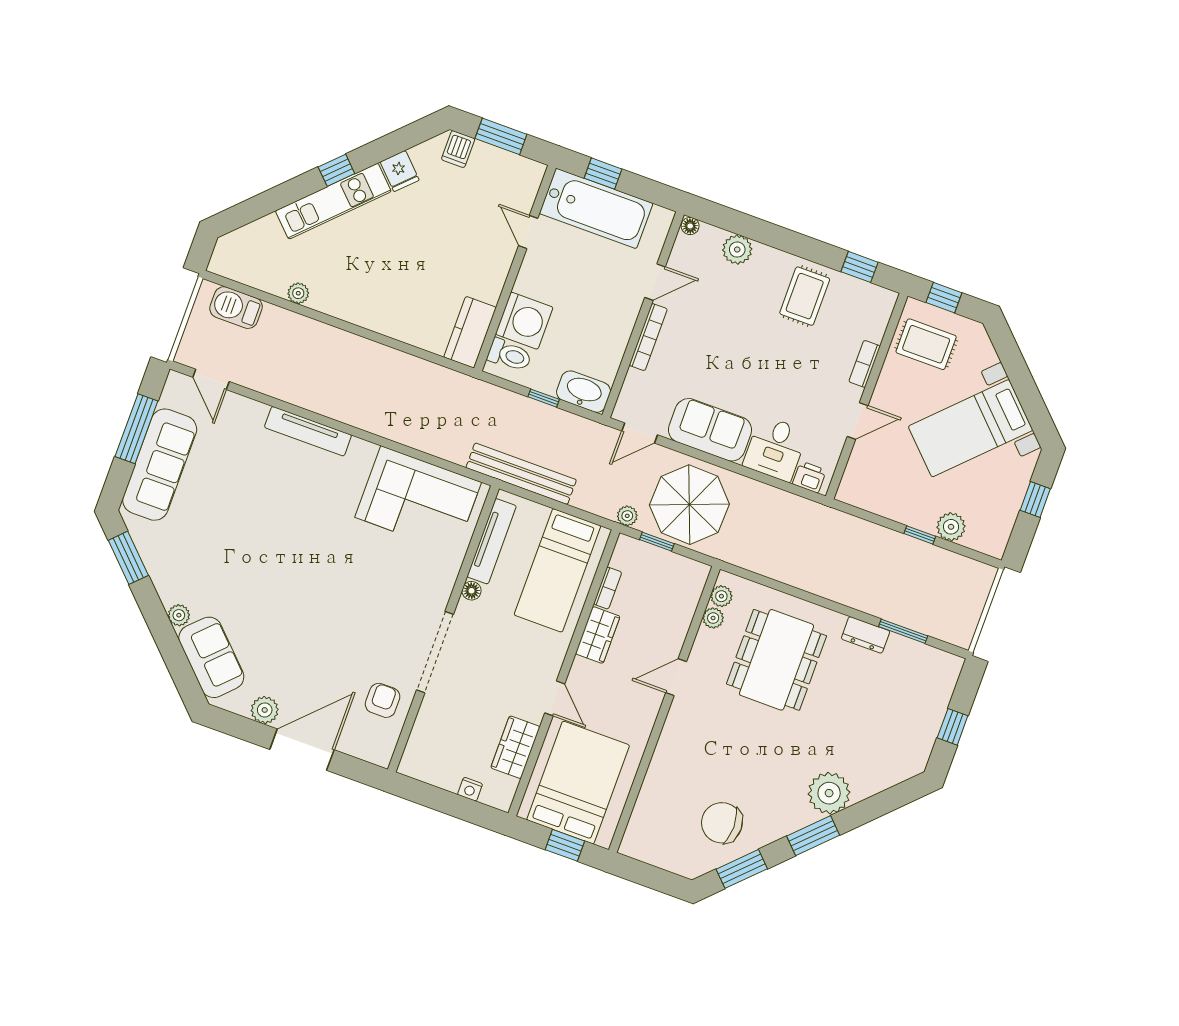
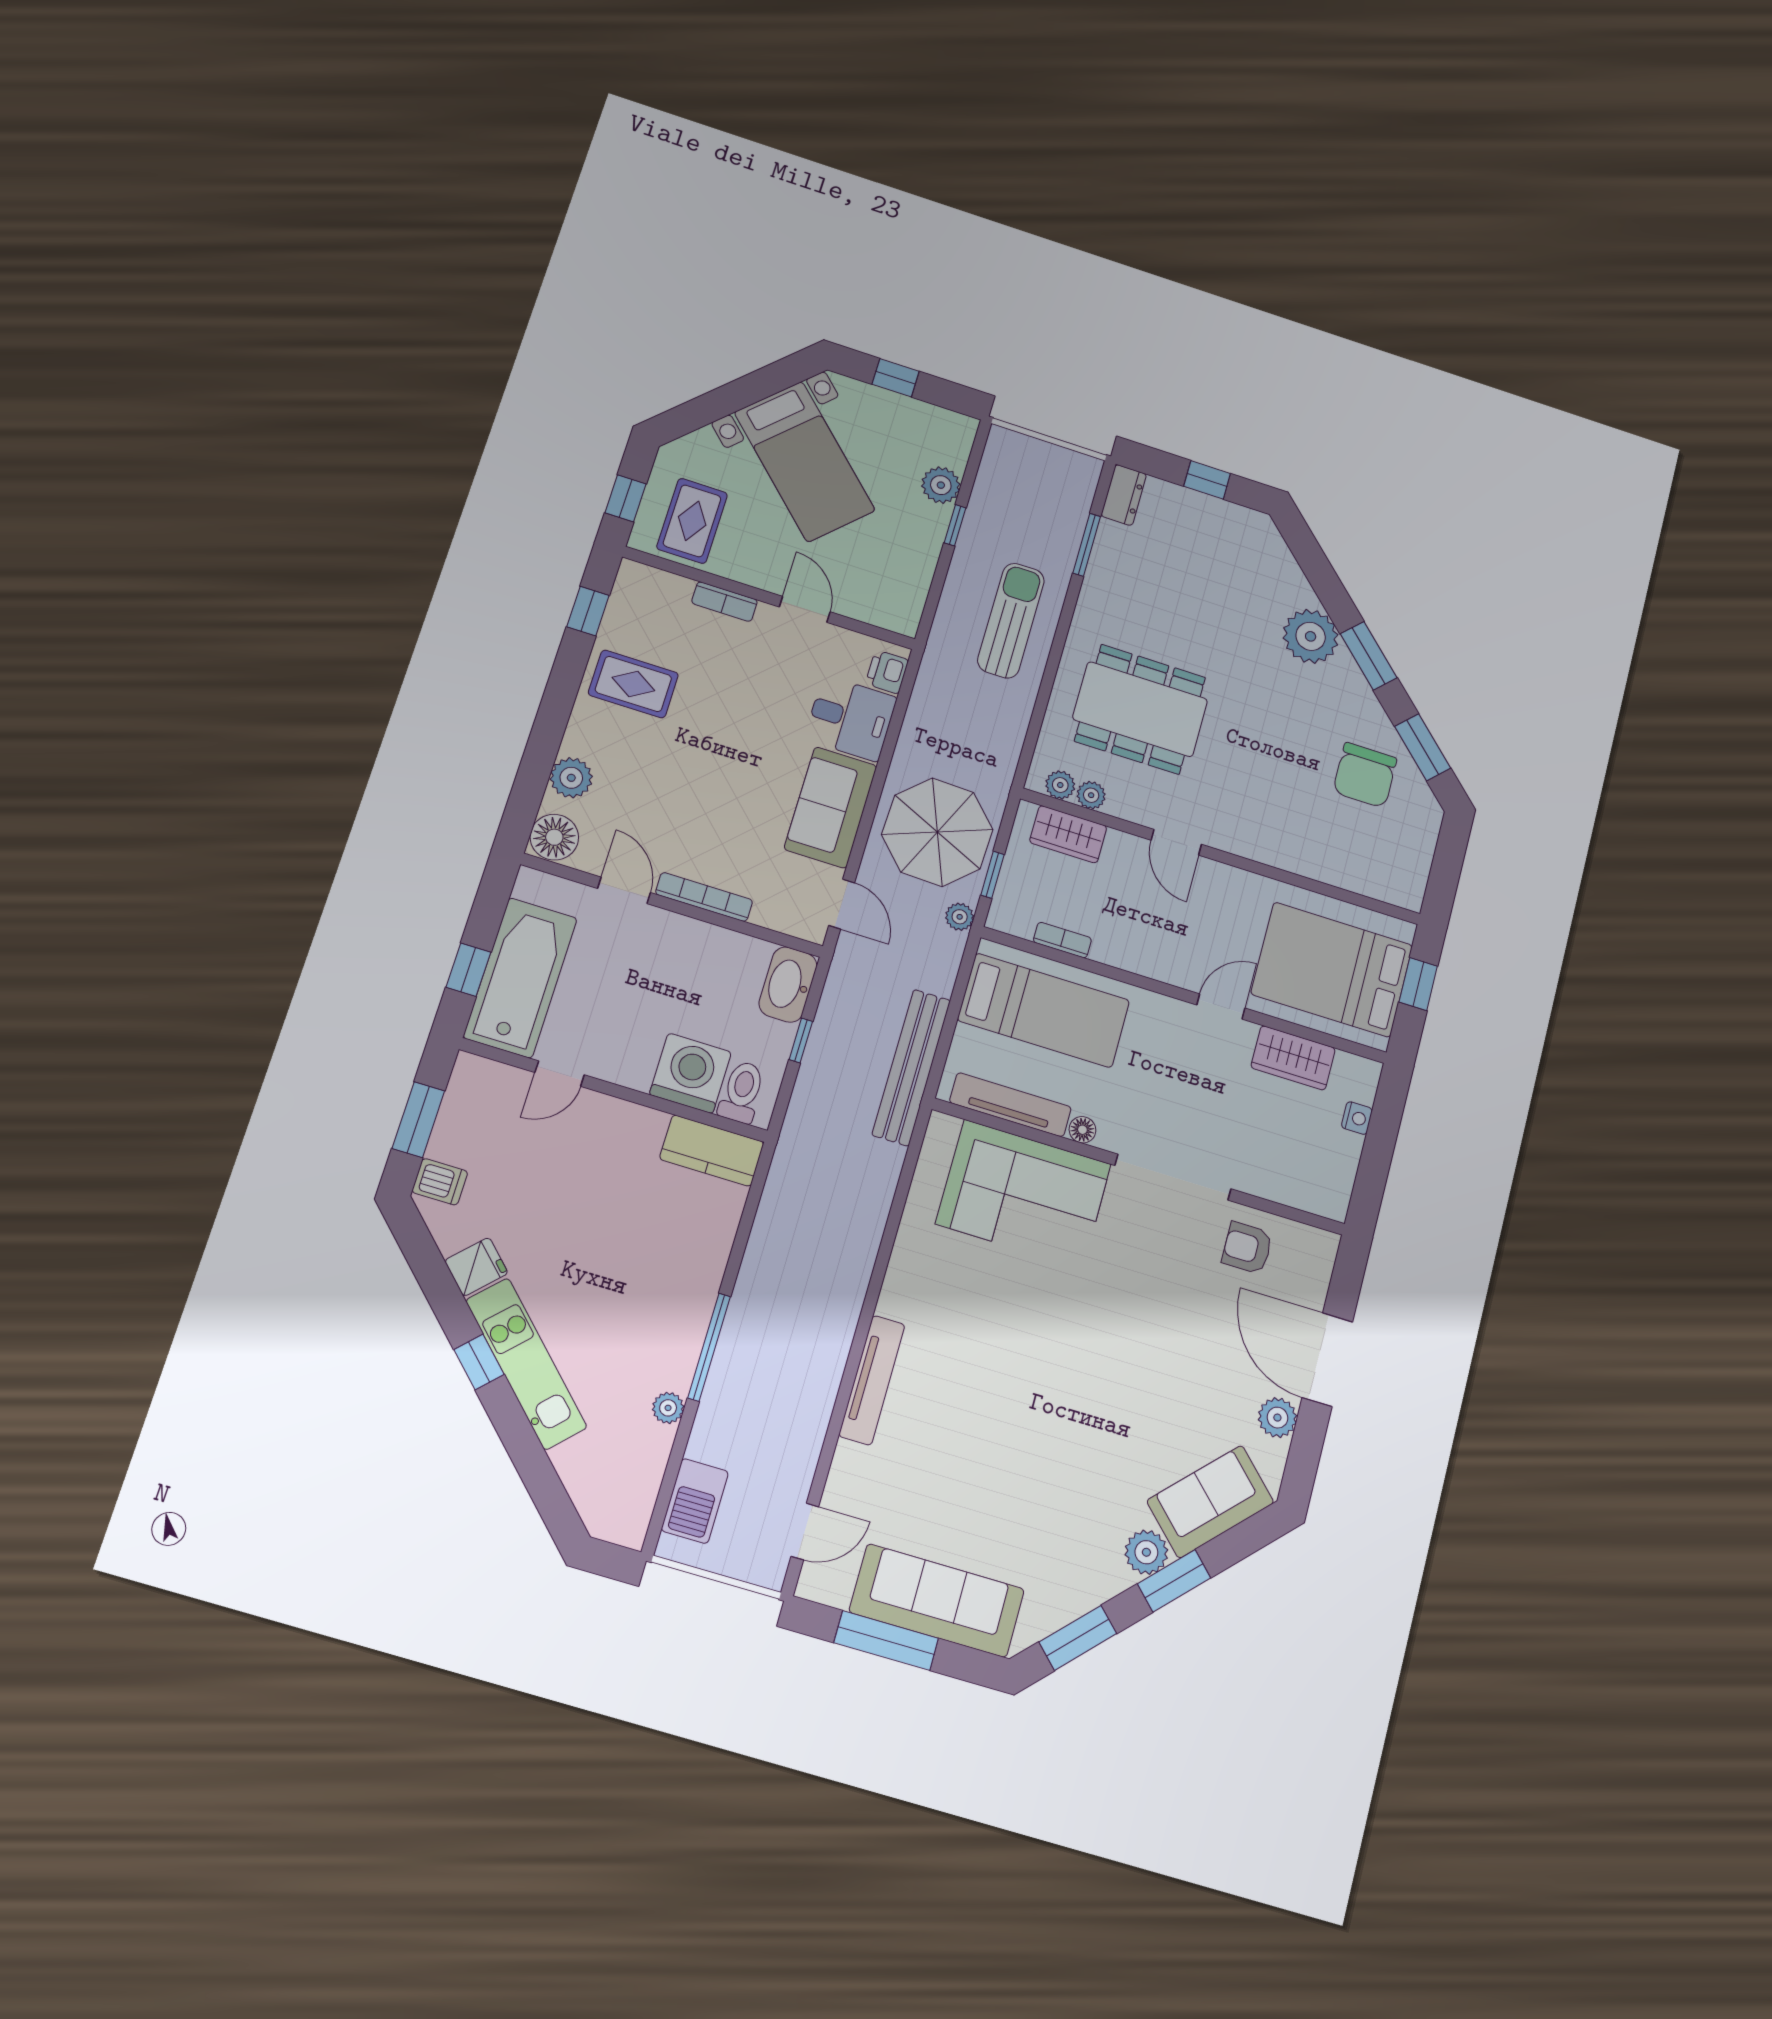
floor lamp: (690, 226) -> (554, 837), width x1.89, depth x1.89
window: (337, 323) -> (709, 1347), added
corner sofa: (418, 500) -> (1024, 1194), moved, turned 90
sun lounger: (846, 570) -> (1011, 621), added
plant: (179, 615) -> (1146, 1552), width x1.38, depth x1.38
window: (161, 627) -> (1174, 1581), added
wardrobe: (598, 635) -> (1068, 834), moved, turned 180
dresser: (866, 635) -> (1124, 495), moved

